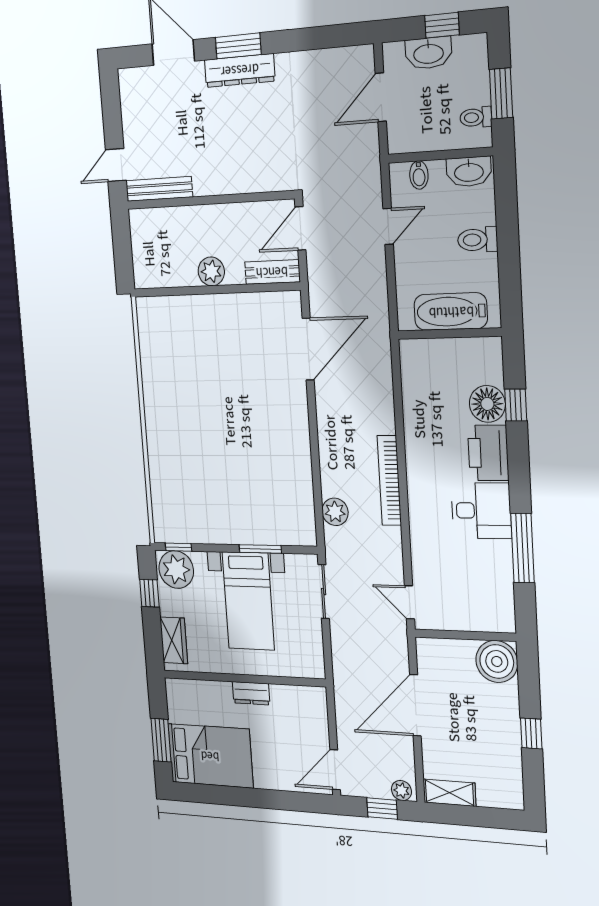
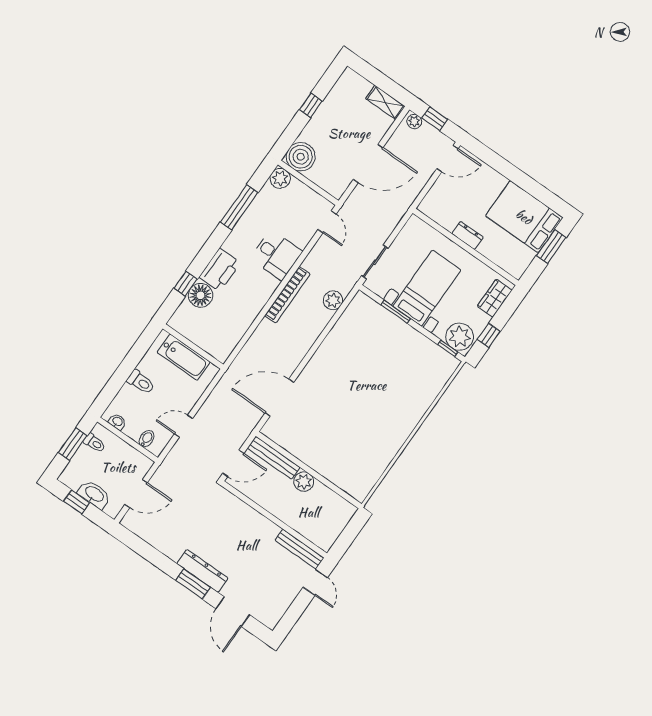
door: (116, 165) -> (315, 582), hinge flipped
washbasin: (469, 172) -> (117, 422), width x0.52, depth x0.69
bench: (272, 272) -> (274, 458), width x1.36
desk: (481, 511) -> (276, 255), moved, turned 180
plant: (501, 618) -> (280, 178), added

